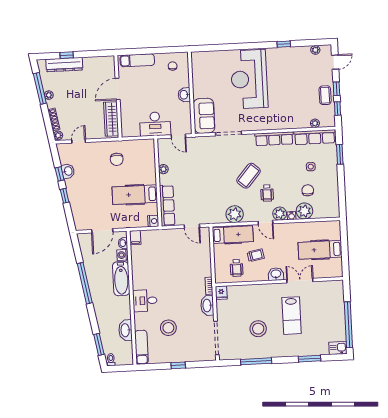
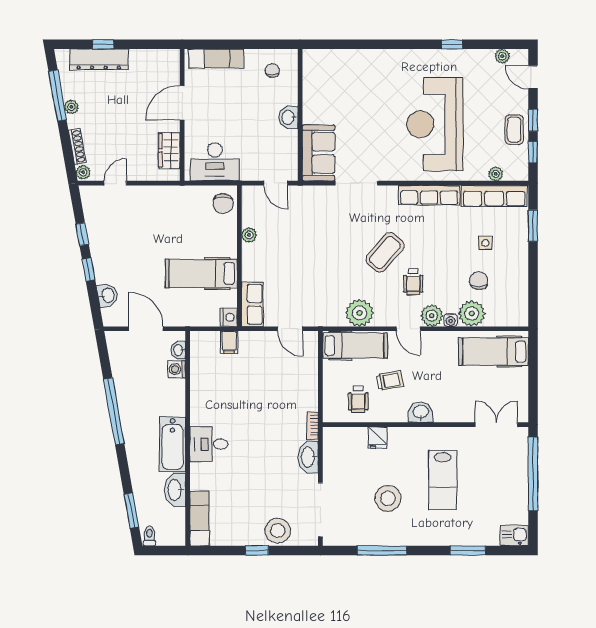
door: (335, 62) -> (533, 77), swing flipped
reception desk: (249, 79) -> (435, 124), moved
wardrobe: (111, 119) -> (169, 150), width x0.67
desk: (155, 124) -> (215, 162), moved
chair: (117, 159) -> (223, 204), moved
washbasin: (68, 171) -> (107, 295), moved
row of seats: (167, 206) -> (252, 304), width x0.68
door: (102, 231) -> (146, 329), swing flipped
filing cabinet: (135, 238) -> (229, 342), moved
hospital bed: (320, 250) -> (494, 352), moved
bathtub: (121, 279) -> (173, 444), moved
double door: (300, 281) -> (496, 425), moved
fridge: (221, 293) -> (378, 438), moved
window: (348, 325) -> (533, 474), moved
stool: (168, 328) -> (278, 531), moved

